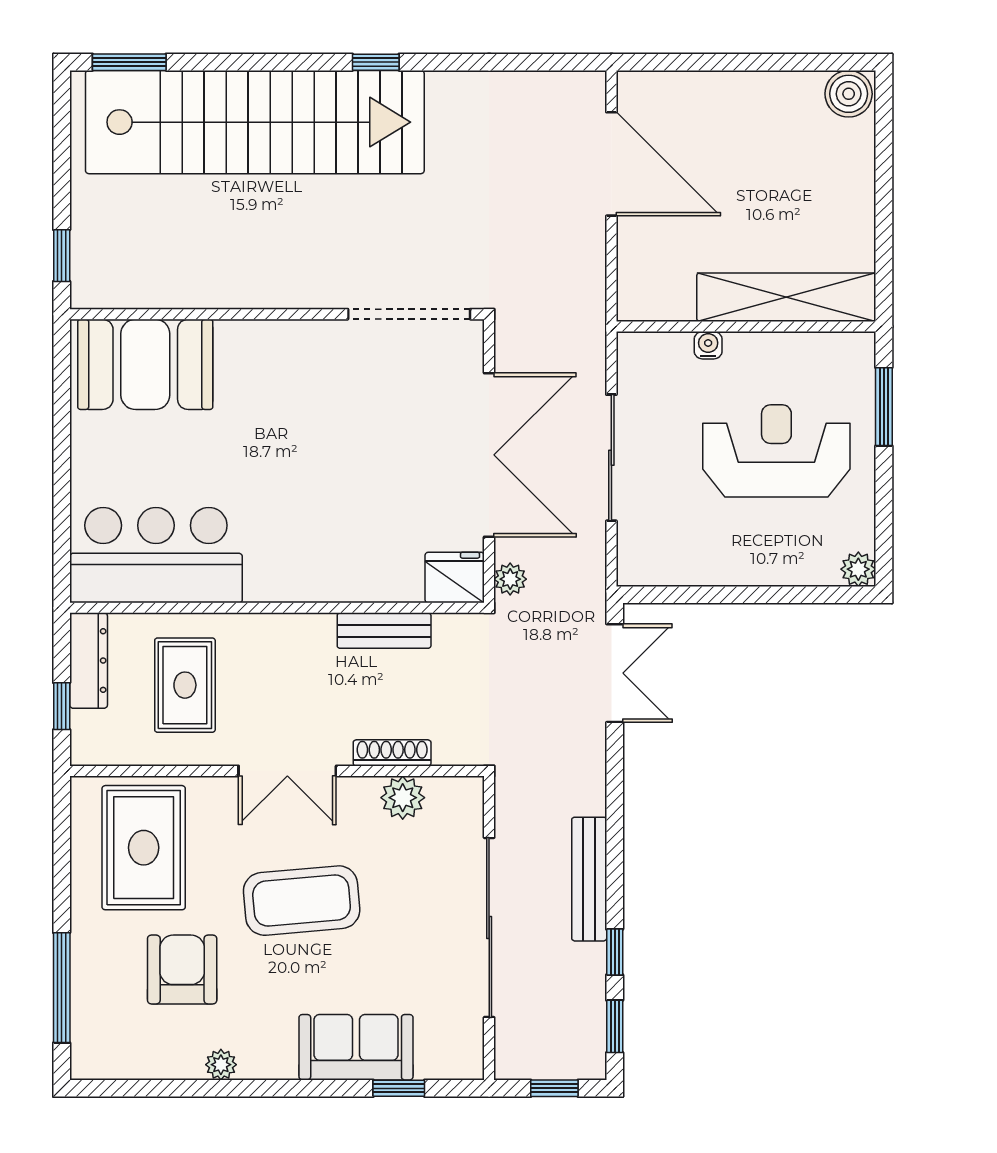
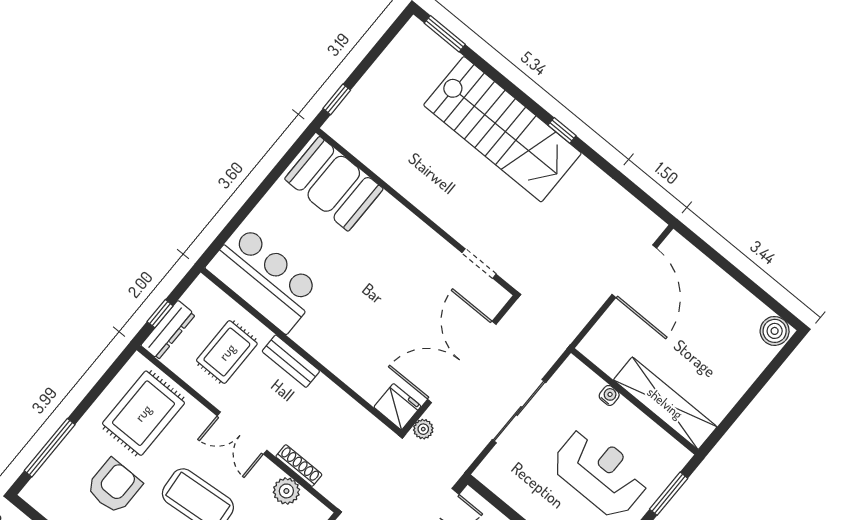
stairs: (255, 122) -> (502, 129), width x0.73
doorway: (409, 314) -> (479, 263), width x0.53
double door: (489, 455) -> (462, 362), swing flipped
bench: (384, 631) -> (291, 361), moved
dresser: (89, 661) -> (168, 330), moved

